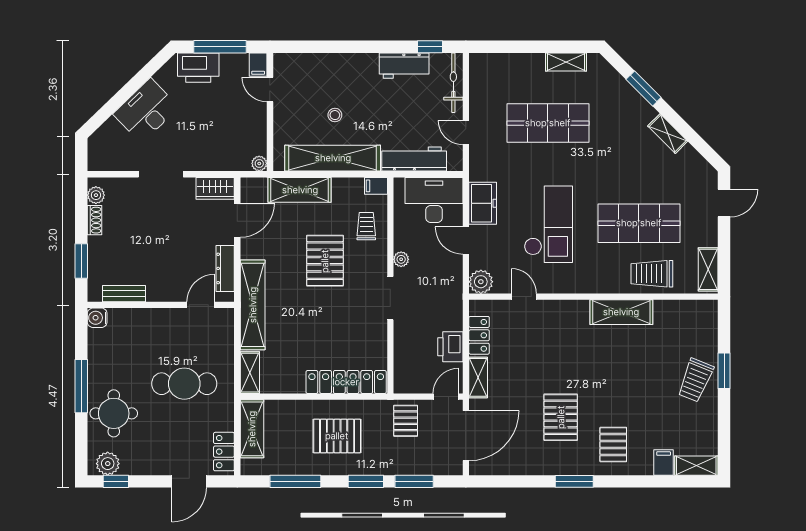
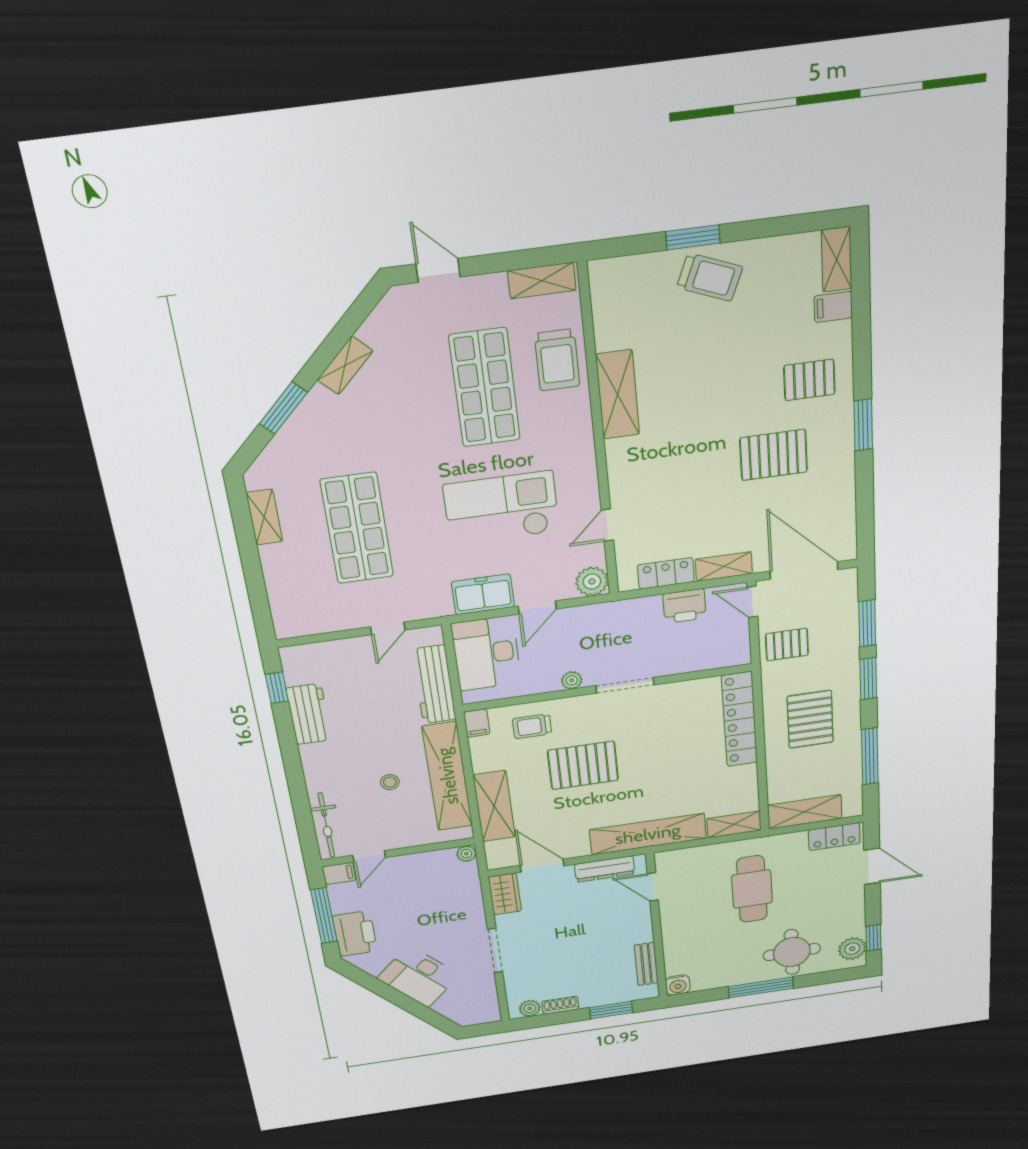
bicycle: (453, 83) -> (326, 825), moved, turned -90

